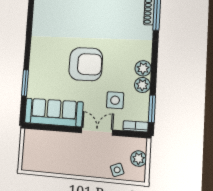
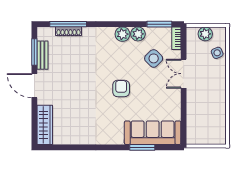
armchair: (86, 64) -> (121, 88), width x0.53, depth x0.53
side table: (115, 100) -> (154, 58), turned 45
sofa: (54, 112) -> (153, 133), moved, turned 90

